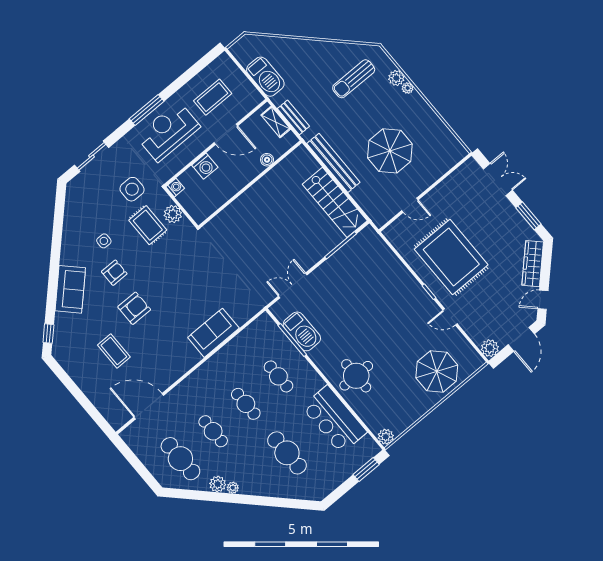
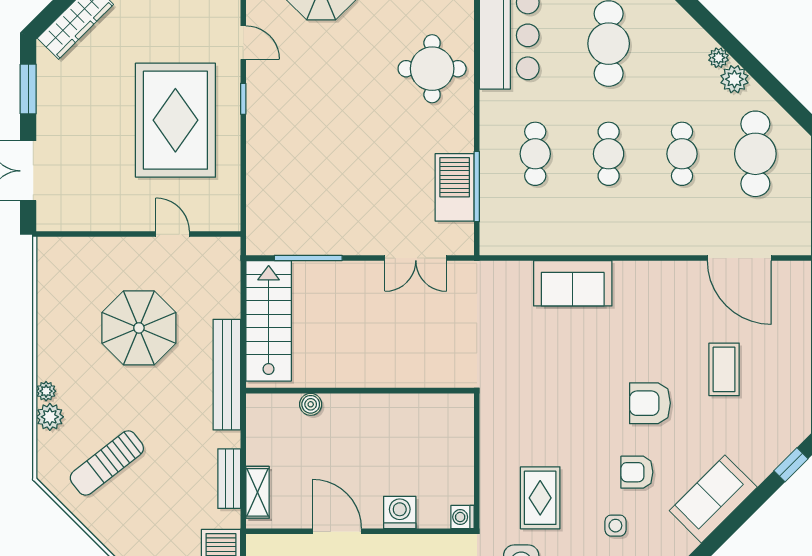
sun lounger: (354, 79) -> (107, 463), turned 142
boiler: (267, 160) -> (311, 404), moved
wall: (250, 184) -> (360, 391), moved
plant: (173, 214) -> (495, 485), removed

